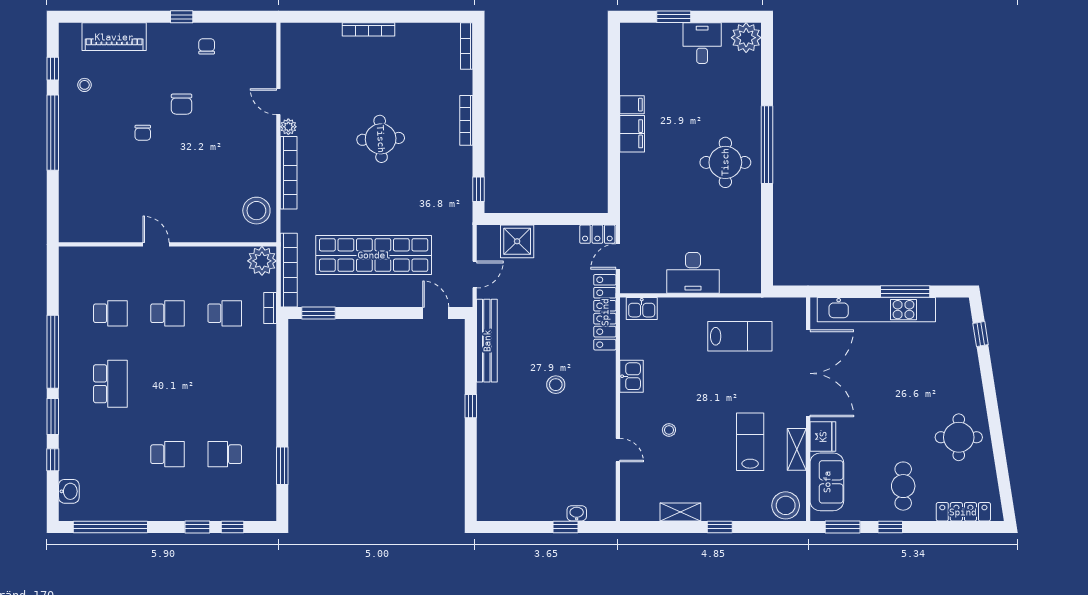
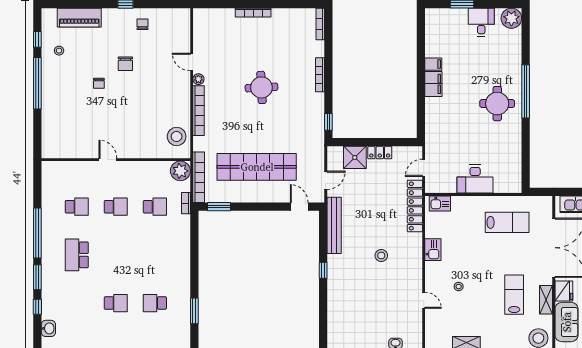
locker: (597, 234) -> (380, 153), moved
school desk: (110, 384) -> (77, 255), turned 180

